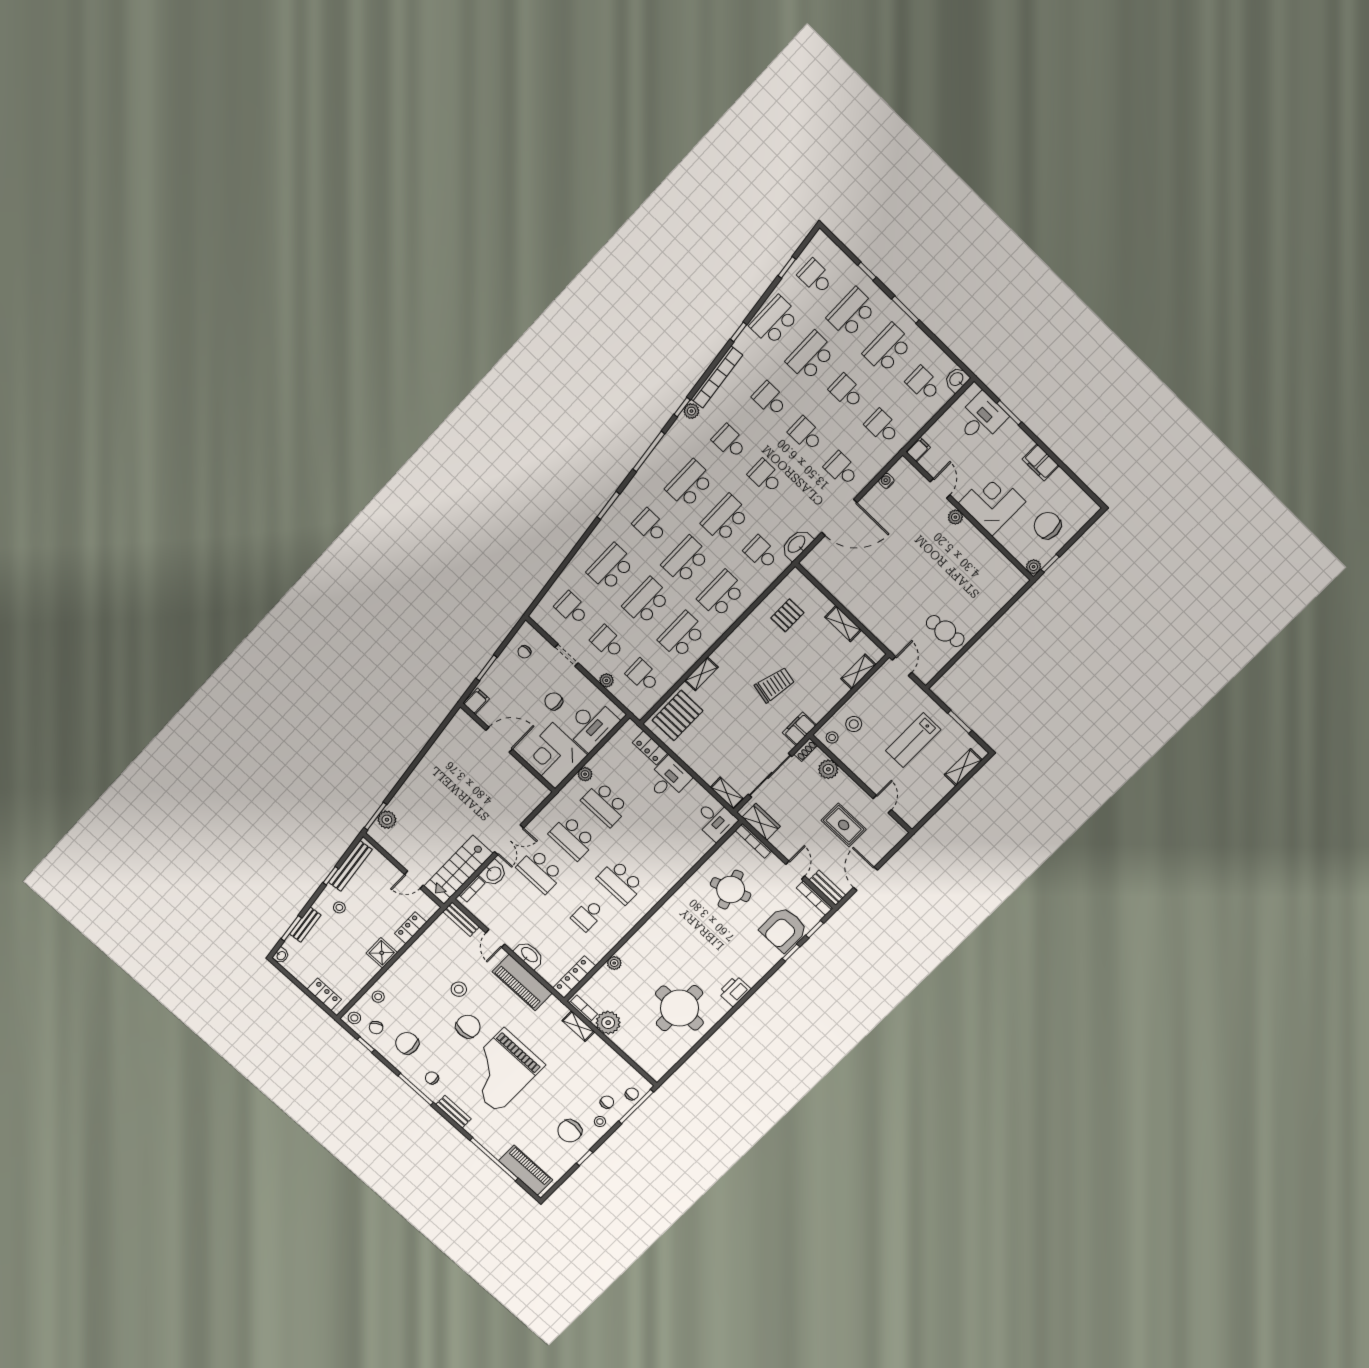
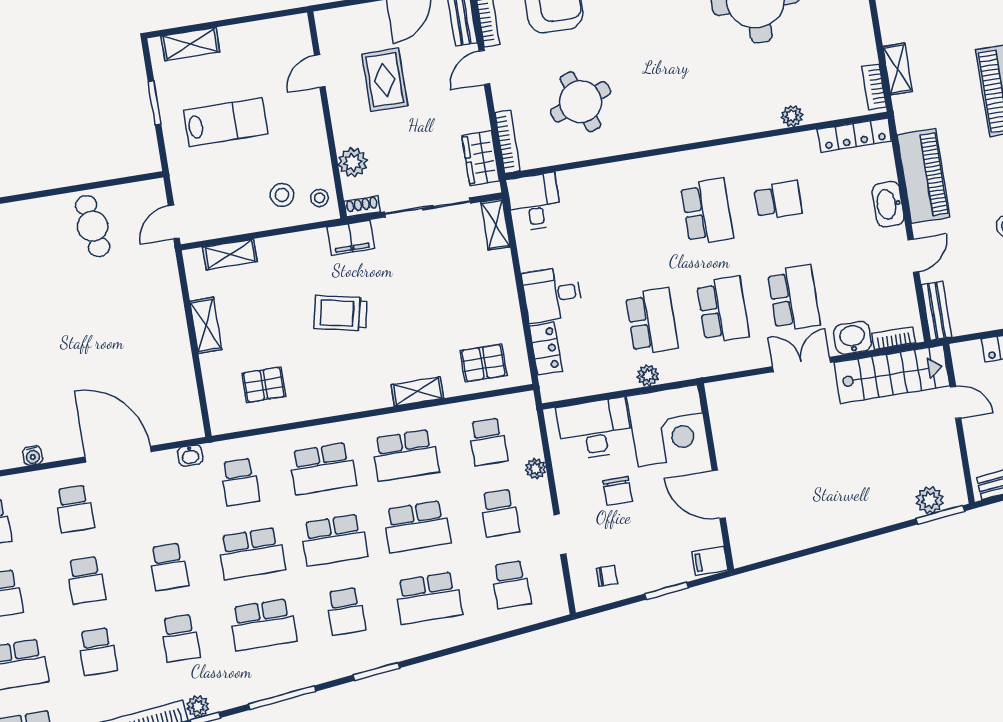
washbasin: (797, 544) -> (190, 456), width x0.52, depth x0.69
pallet: (678, 716) -> (483, 363), width x0.67, depth x0.71
plant: (608, 1023) -> (857, 46), removed

